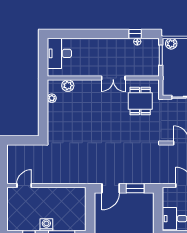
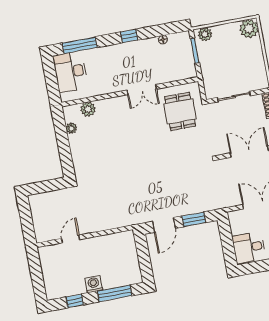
window: (71, 34) -> (80, 45), added
window: (135, 34) -> (129, 36), moved
door: (24, 186) -> (71, 239), moved

